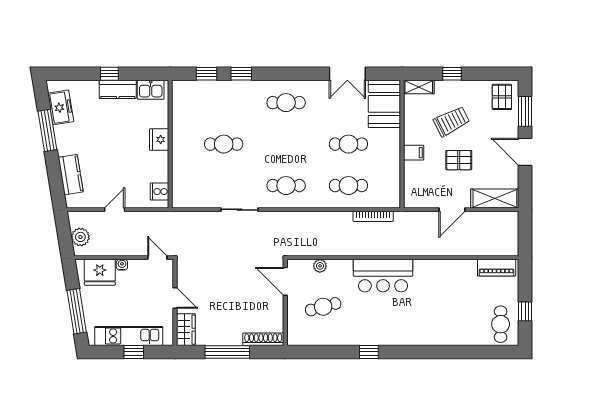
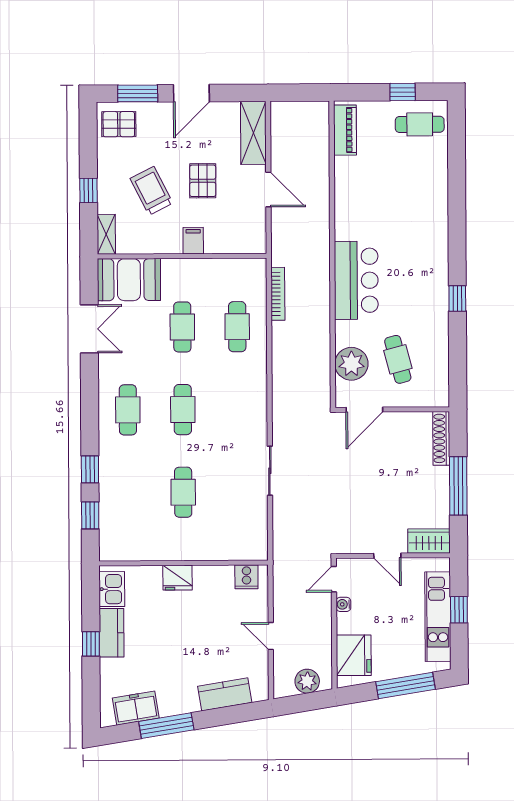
cafe table: (286, 186) -> (183, 410), moved
water cooler: (122, 265) -> (343, 604), moved
plant: (320, 266) -> (351, 364), width x1.87, depth x1.87
door: (175, 298) -> (387, 556), swing flipped

